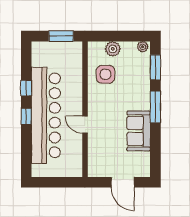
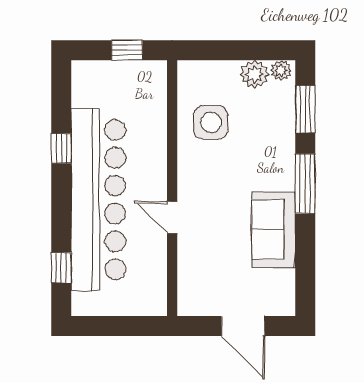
window: (61, 36) -> (127, 50), width x0.67
plant: (113, 49) -> (255, 74), moved
window: (26, 116) -> (61, 268), moved

